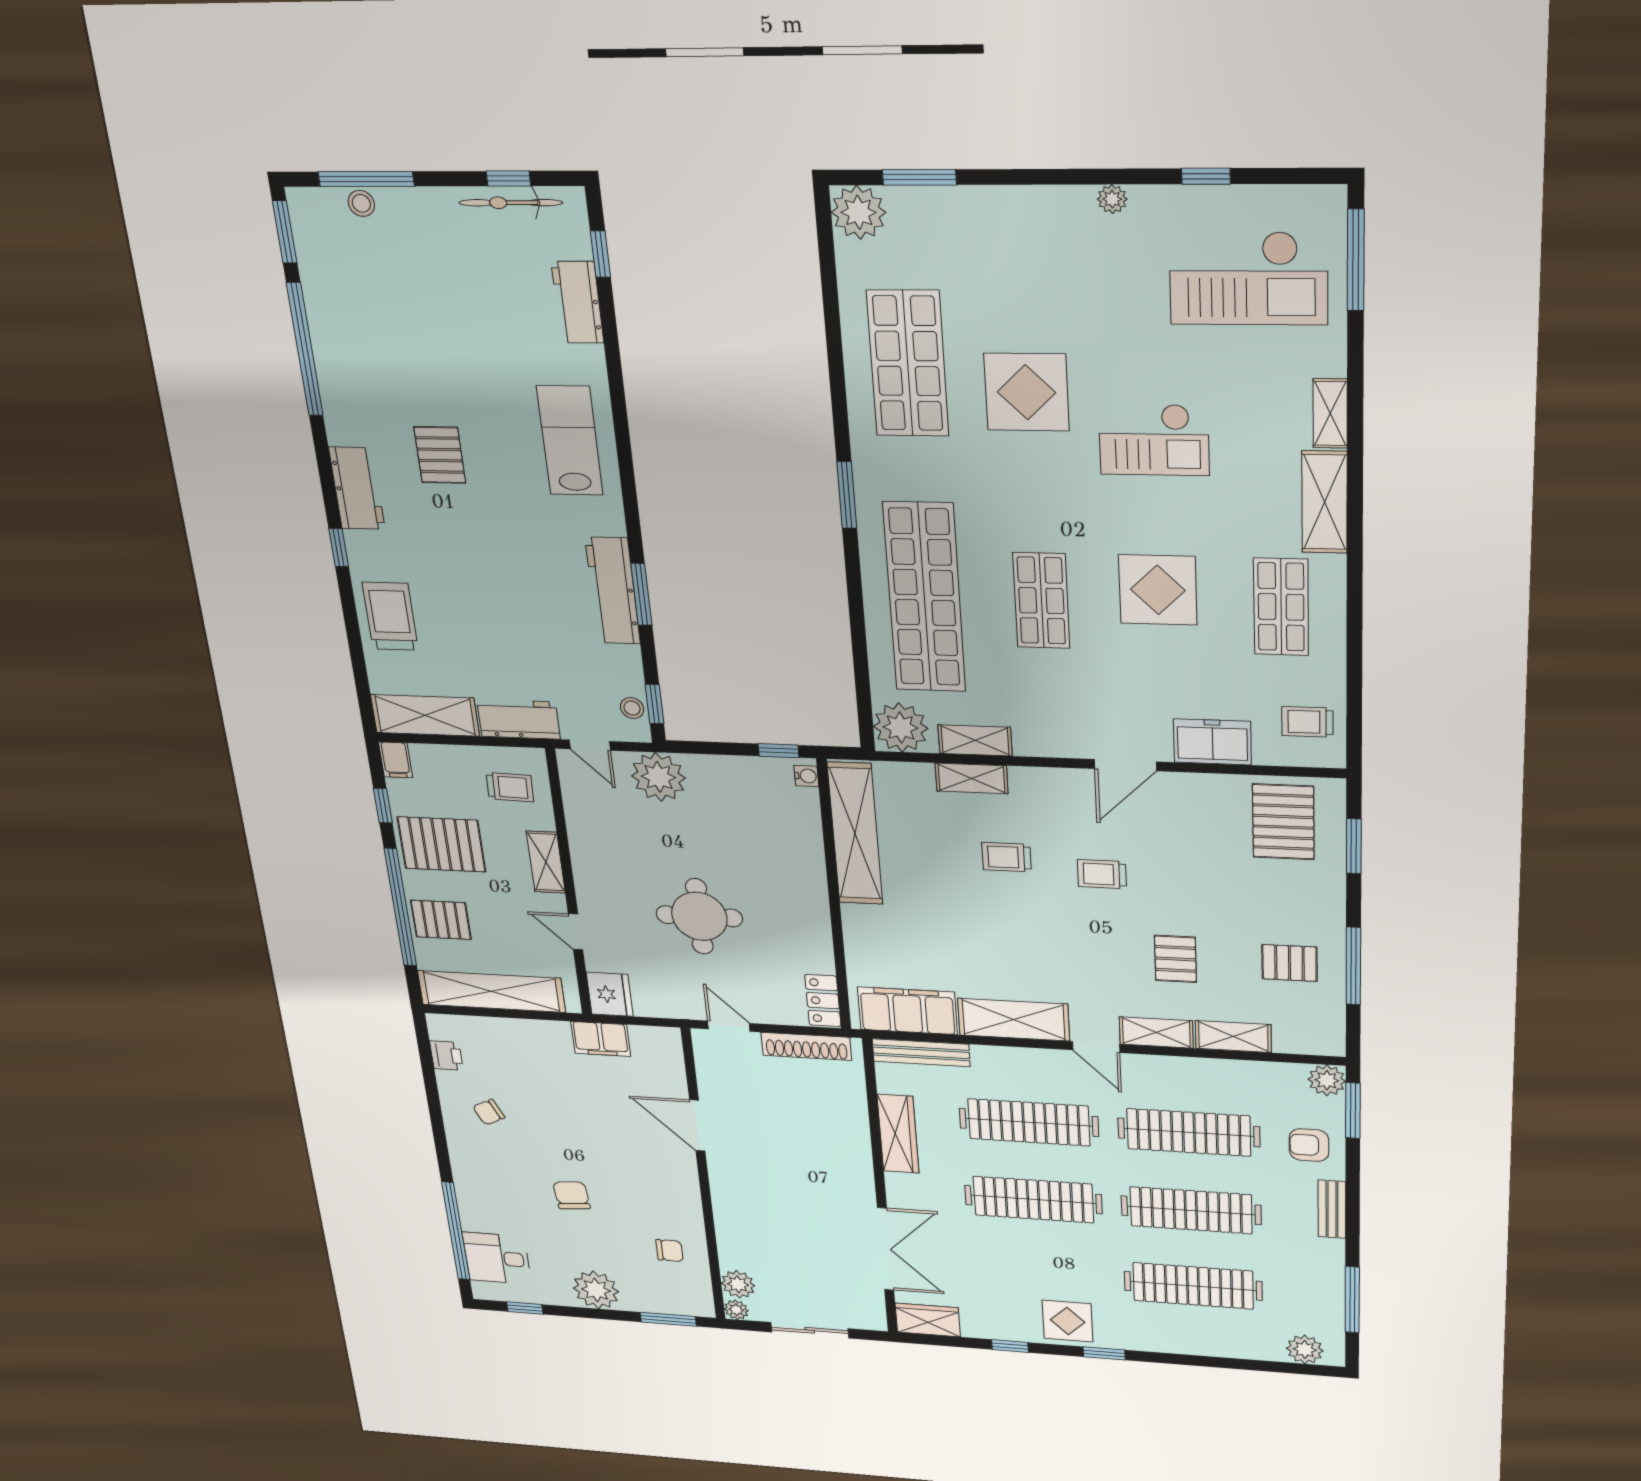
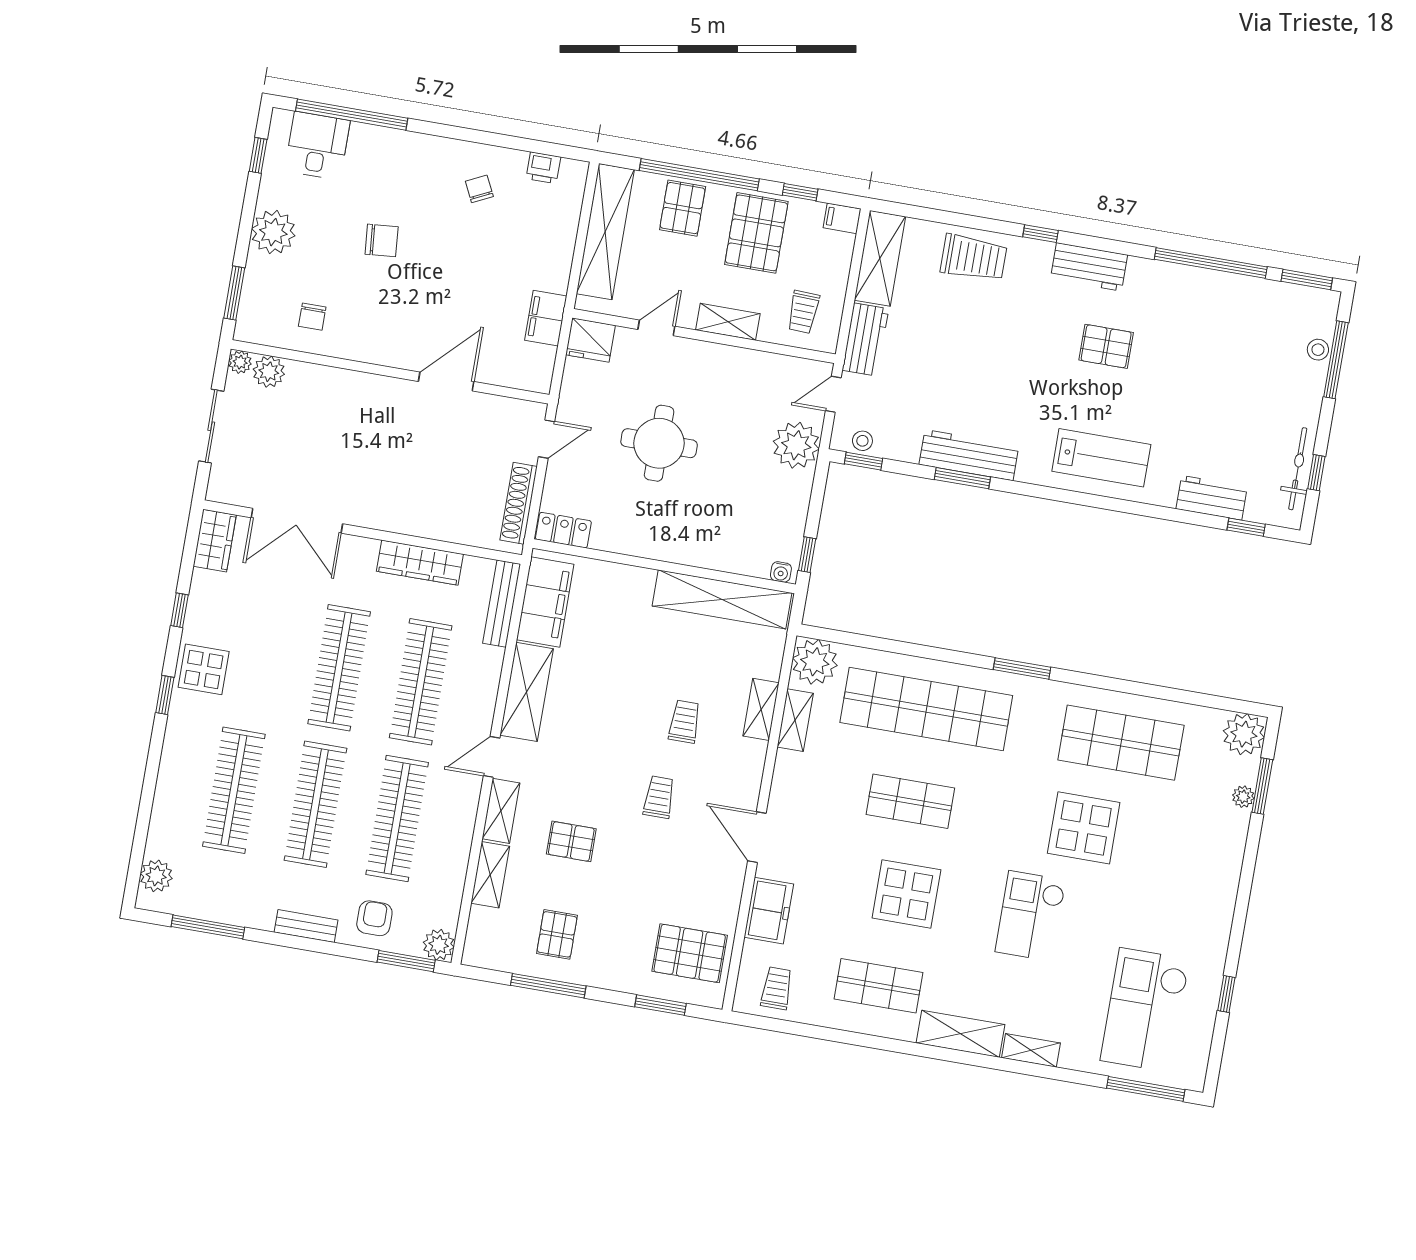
plant: (1112, 199) -> (1243, 797), moved

